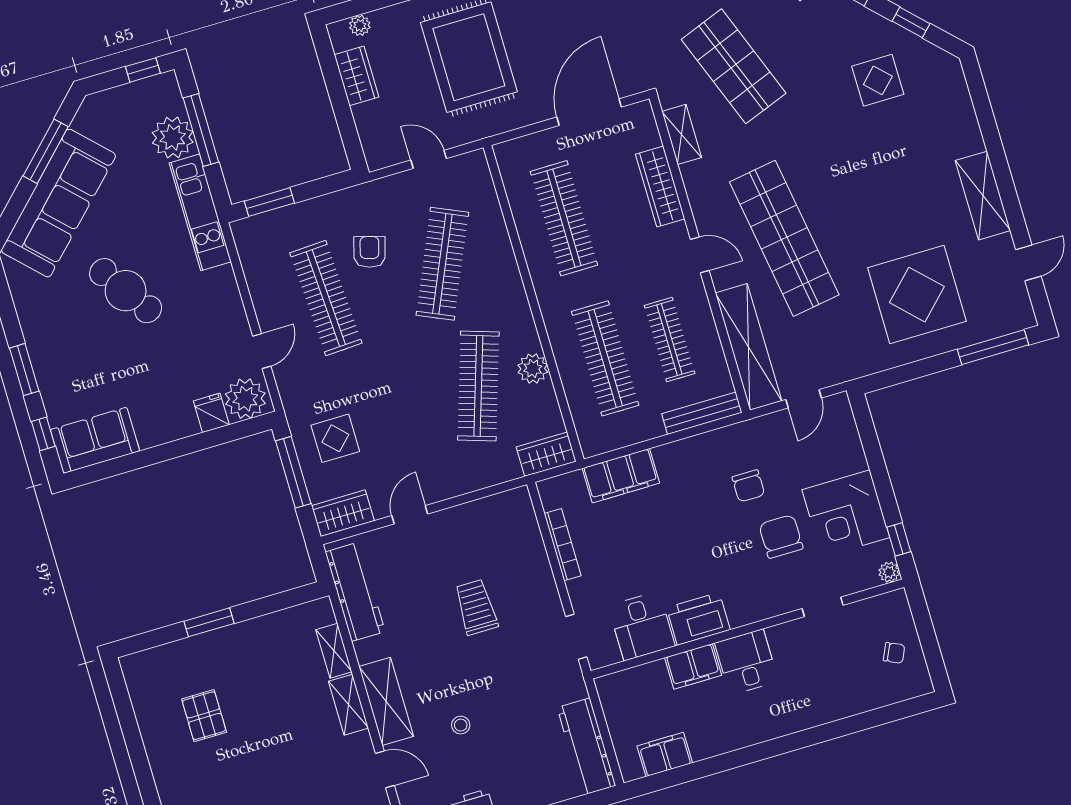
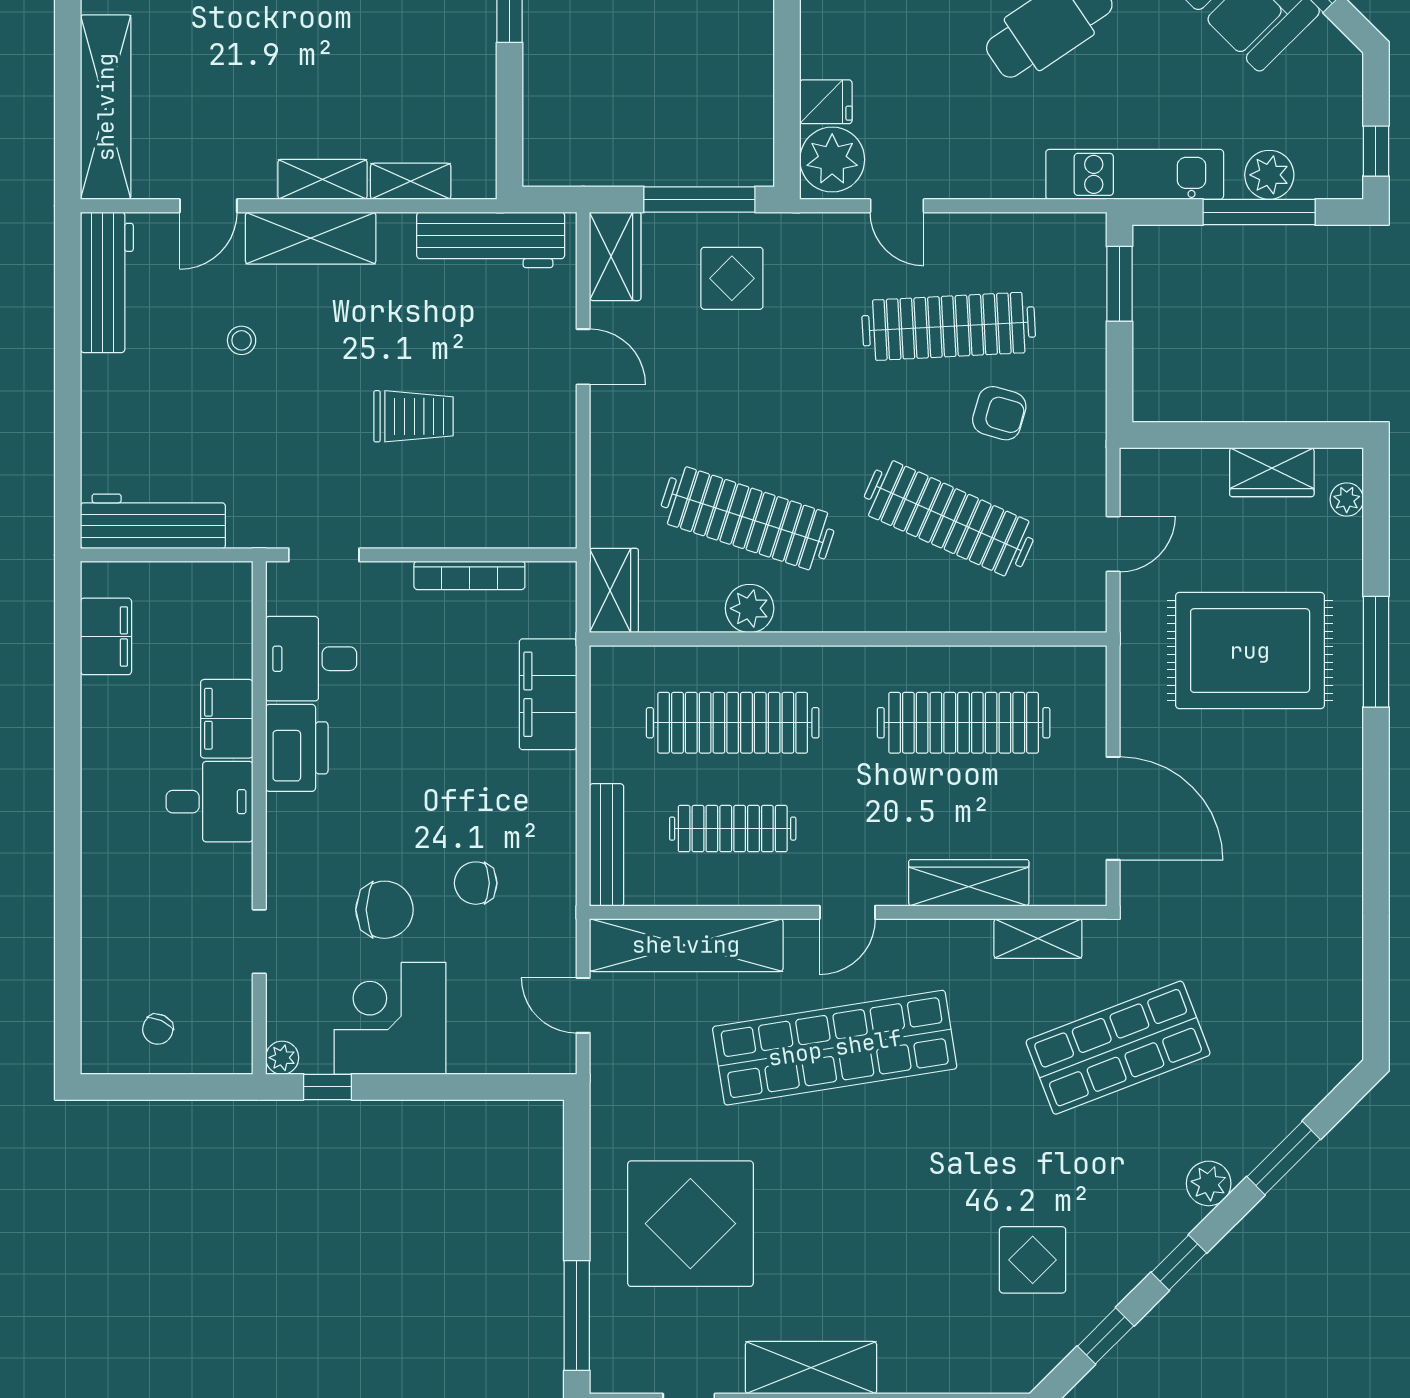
plant: (173, 137) -> (1269, 175), width x0.73, depth x0.73

